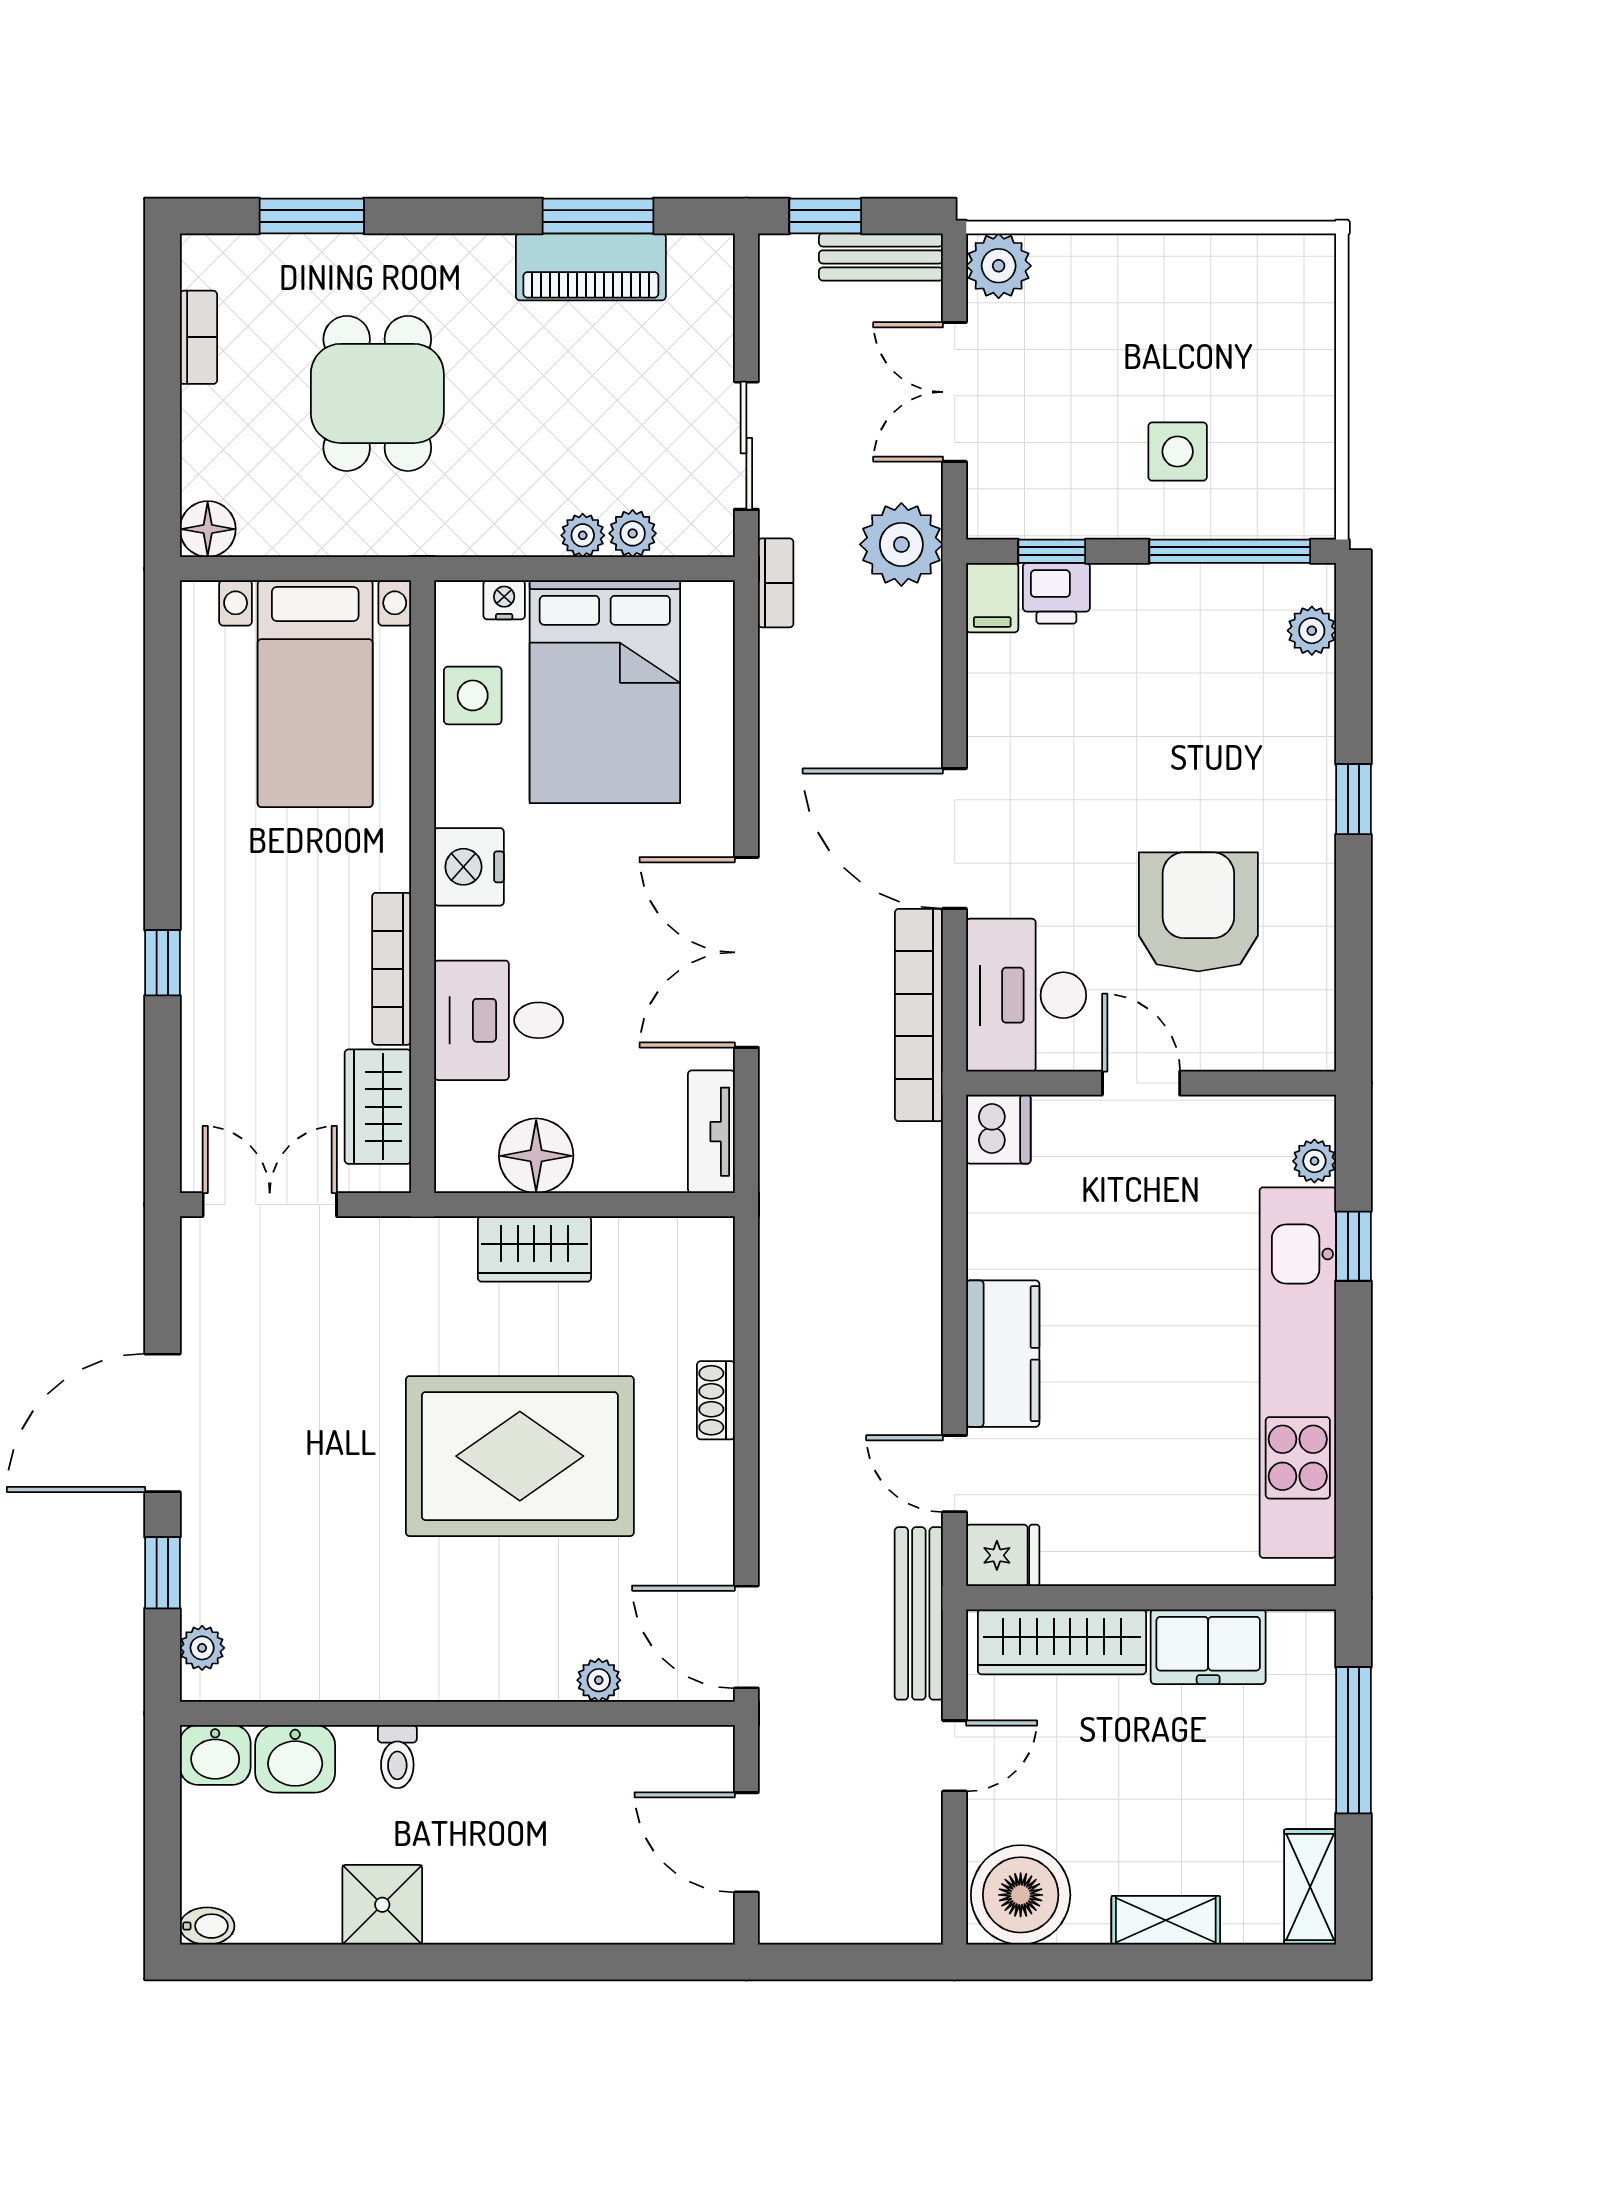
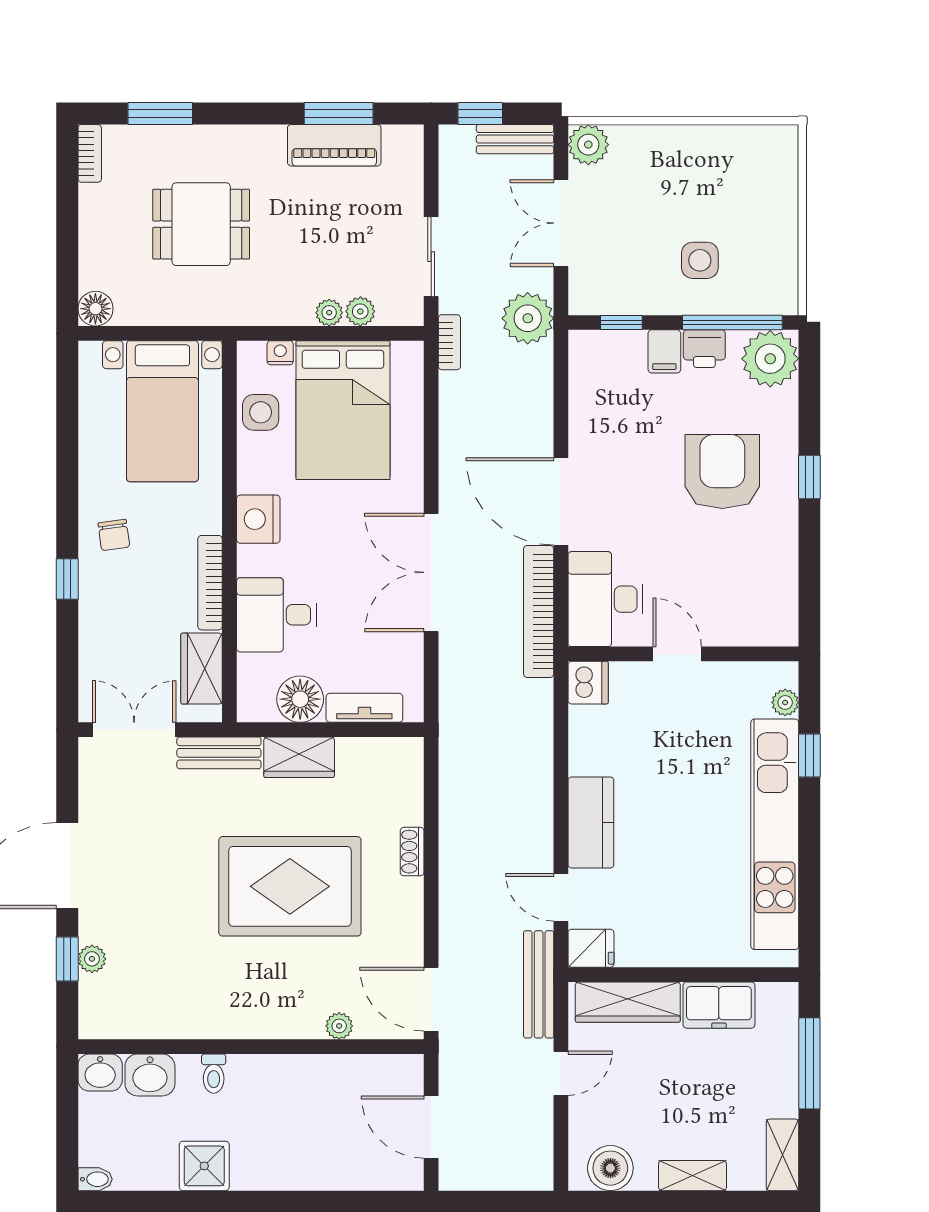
bookcase: (198, 337) -> (90, 153), moved
dining table: (377, 393) -> (201, 224), turned 90
printer: (1056, 593) -> (704, 349), moved
filing cabinet: (992, 598) -> (664, 351), moved
plant: (1312, 631) -> (770, 359), width x1.87, depth x1.87
chair: (237, 892) -> (114, 535), added
armchair: (1198, 912) -> (722, 471), moved
tv unit: (711, 1132) -> (364, 708), moved, turned 90
bench: (406, 1242) -> (219, 753), added
plant: (202, 1648) -> (92, 959), moved
boiler: (1021, 1895) -> (610, 1168), width x0.73, depth x0.73

